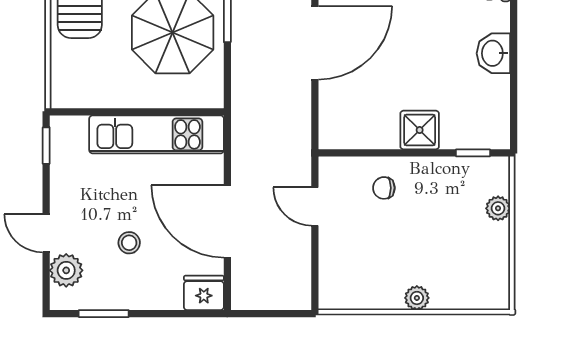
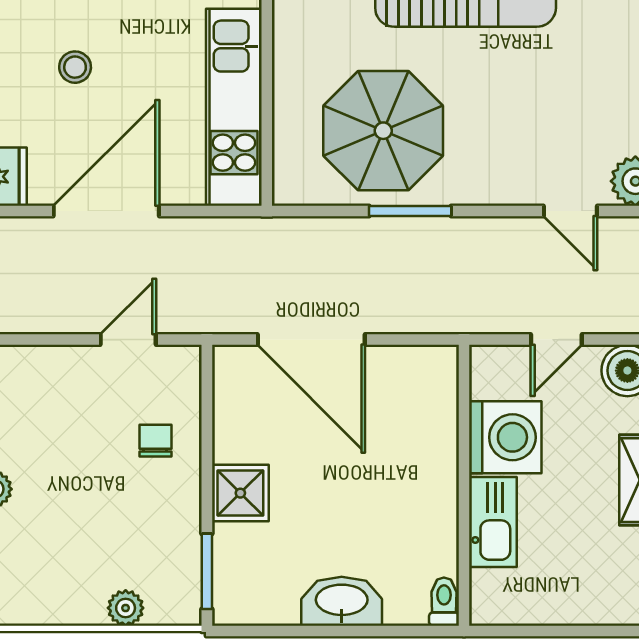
door: (315, 43) -> (311, 340), moved
washbasin: (493, 53) -> (342, 601), width x1.38
window: (473, 153) -> (207, 571), width x1.50

